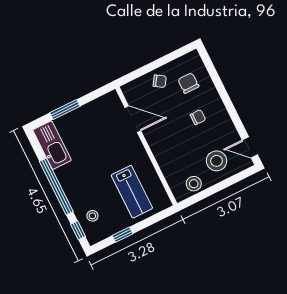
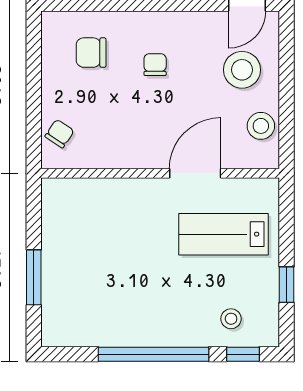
chair: (160, 81) -> (59, 134), moved
door: (133, 119) -> (195, 173), moved
kitchen sink: (52, 145) -> (82, 327), removed
lab bench: (132, 192) -> (224, 234), turned 180

